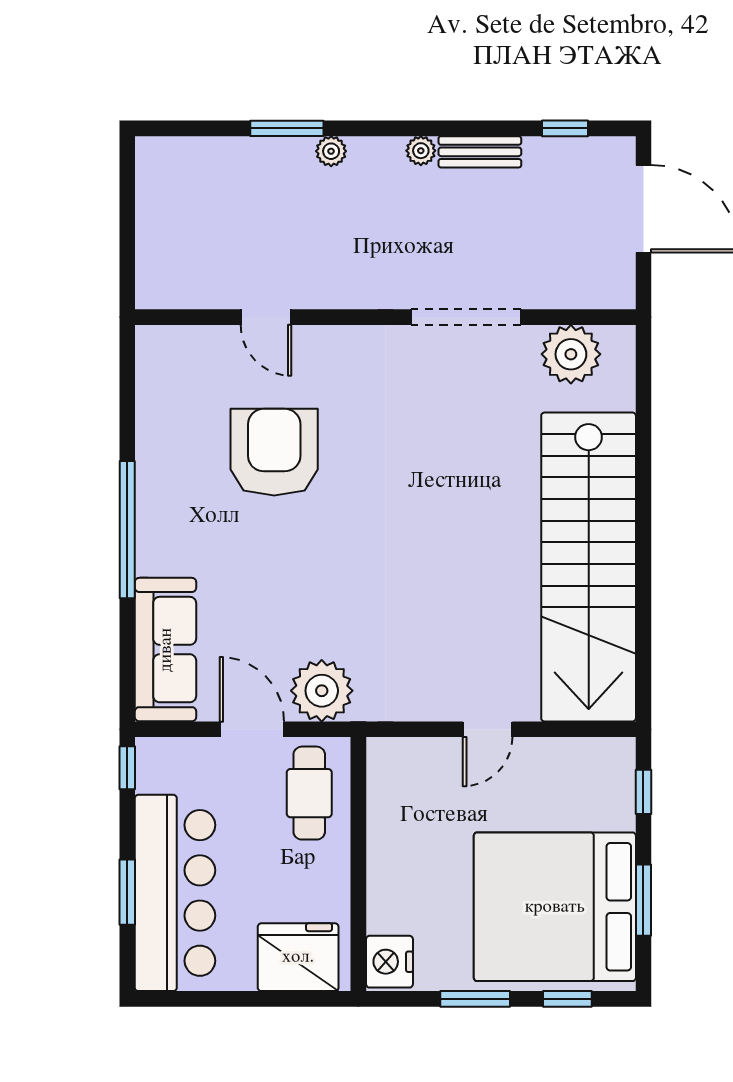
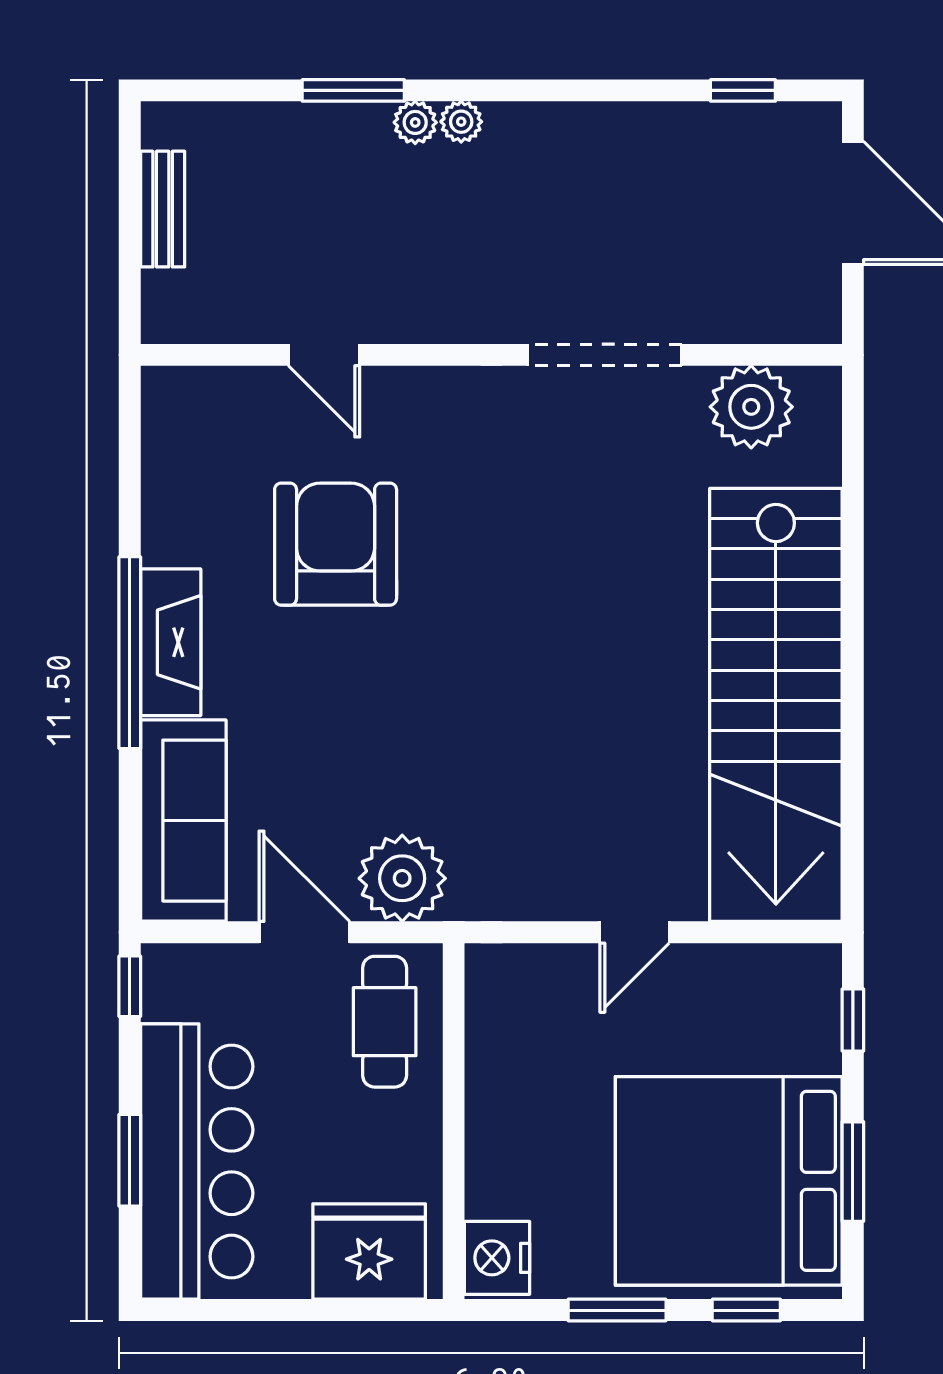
plant: (421, 151) -> (461, 122), moved
bench: (480, 152) -> (163, 209), moved, turned 90
fireplace: (157, 522) -> (171, 642), added

